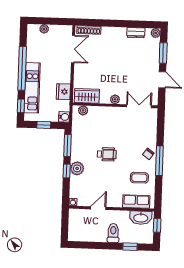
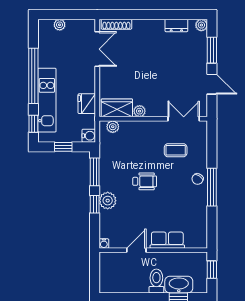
plant: (115, 99) -> (140, 111), moved
coffee table: (139, 178) -> (176, 150), moved
row of seats: (136, 202) -> (167, 240), moved
washbasin: (141, 218) -> (179, 285), moved, turned 180

